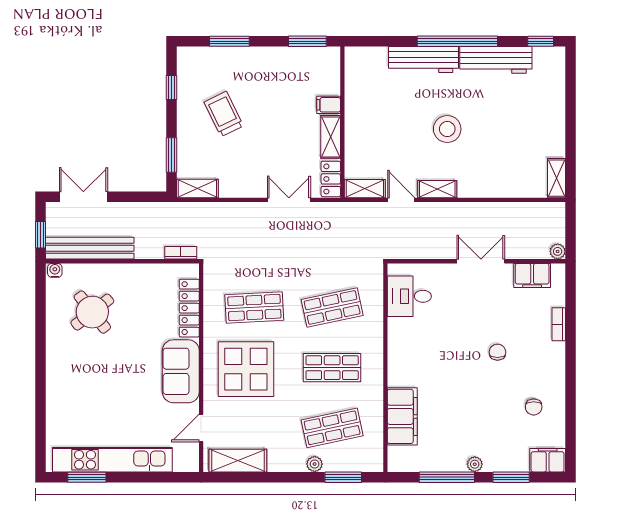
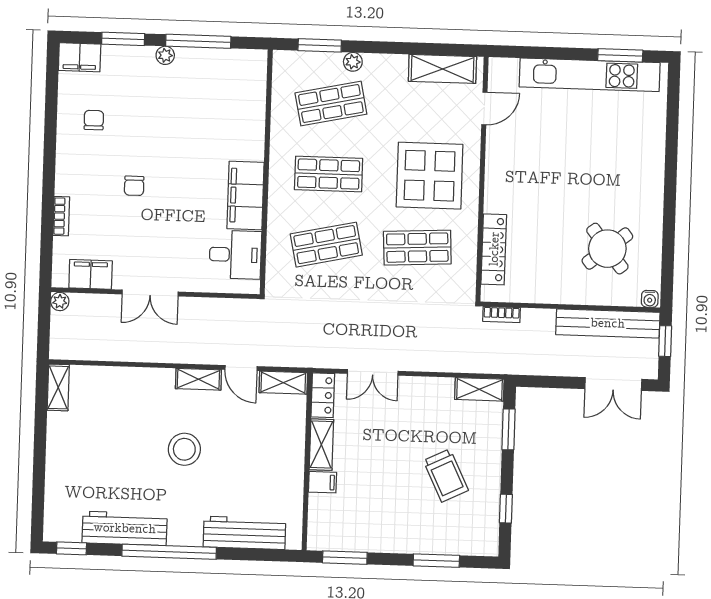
workbench: (423, 59) -> (244, 533), moved
sofa: (181, 371) -> (506, 176), removed
filing cabinet: (402, 416) -> (246, 195), moved

